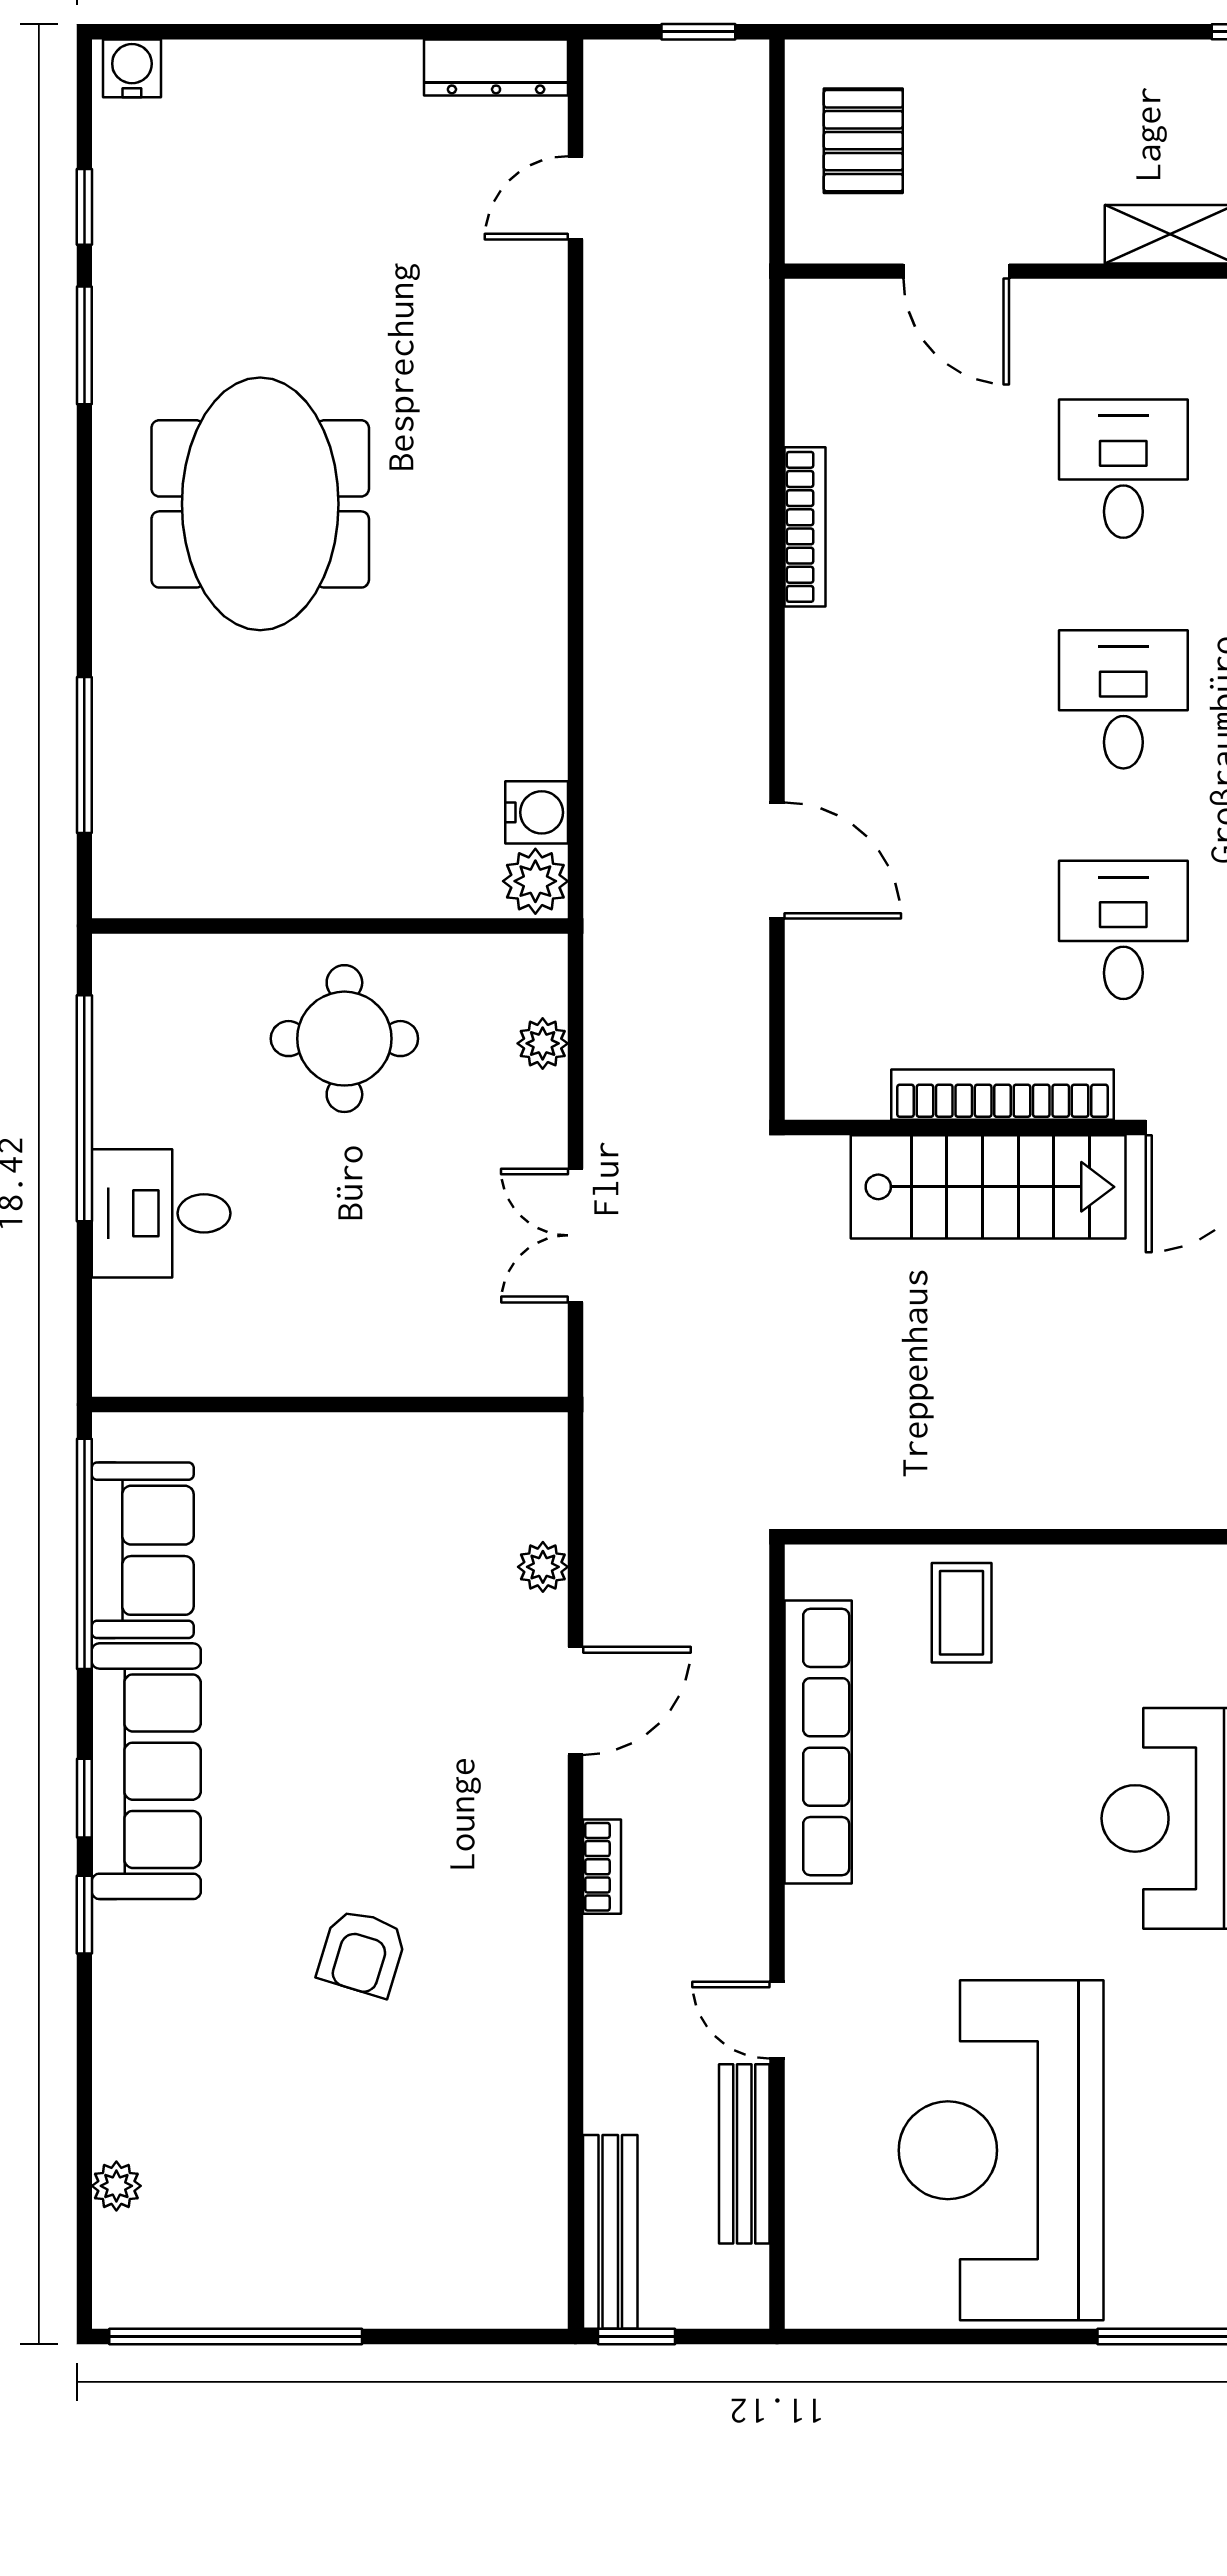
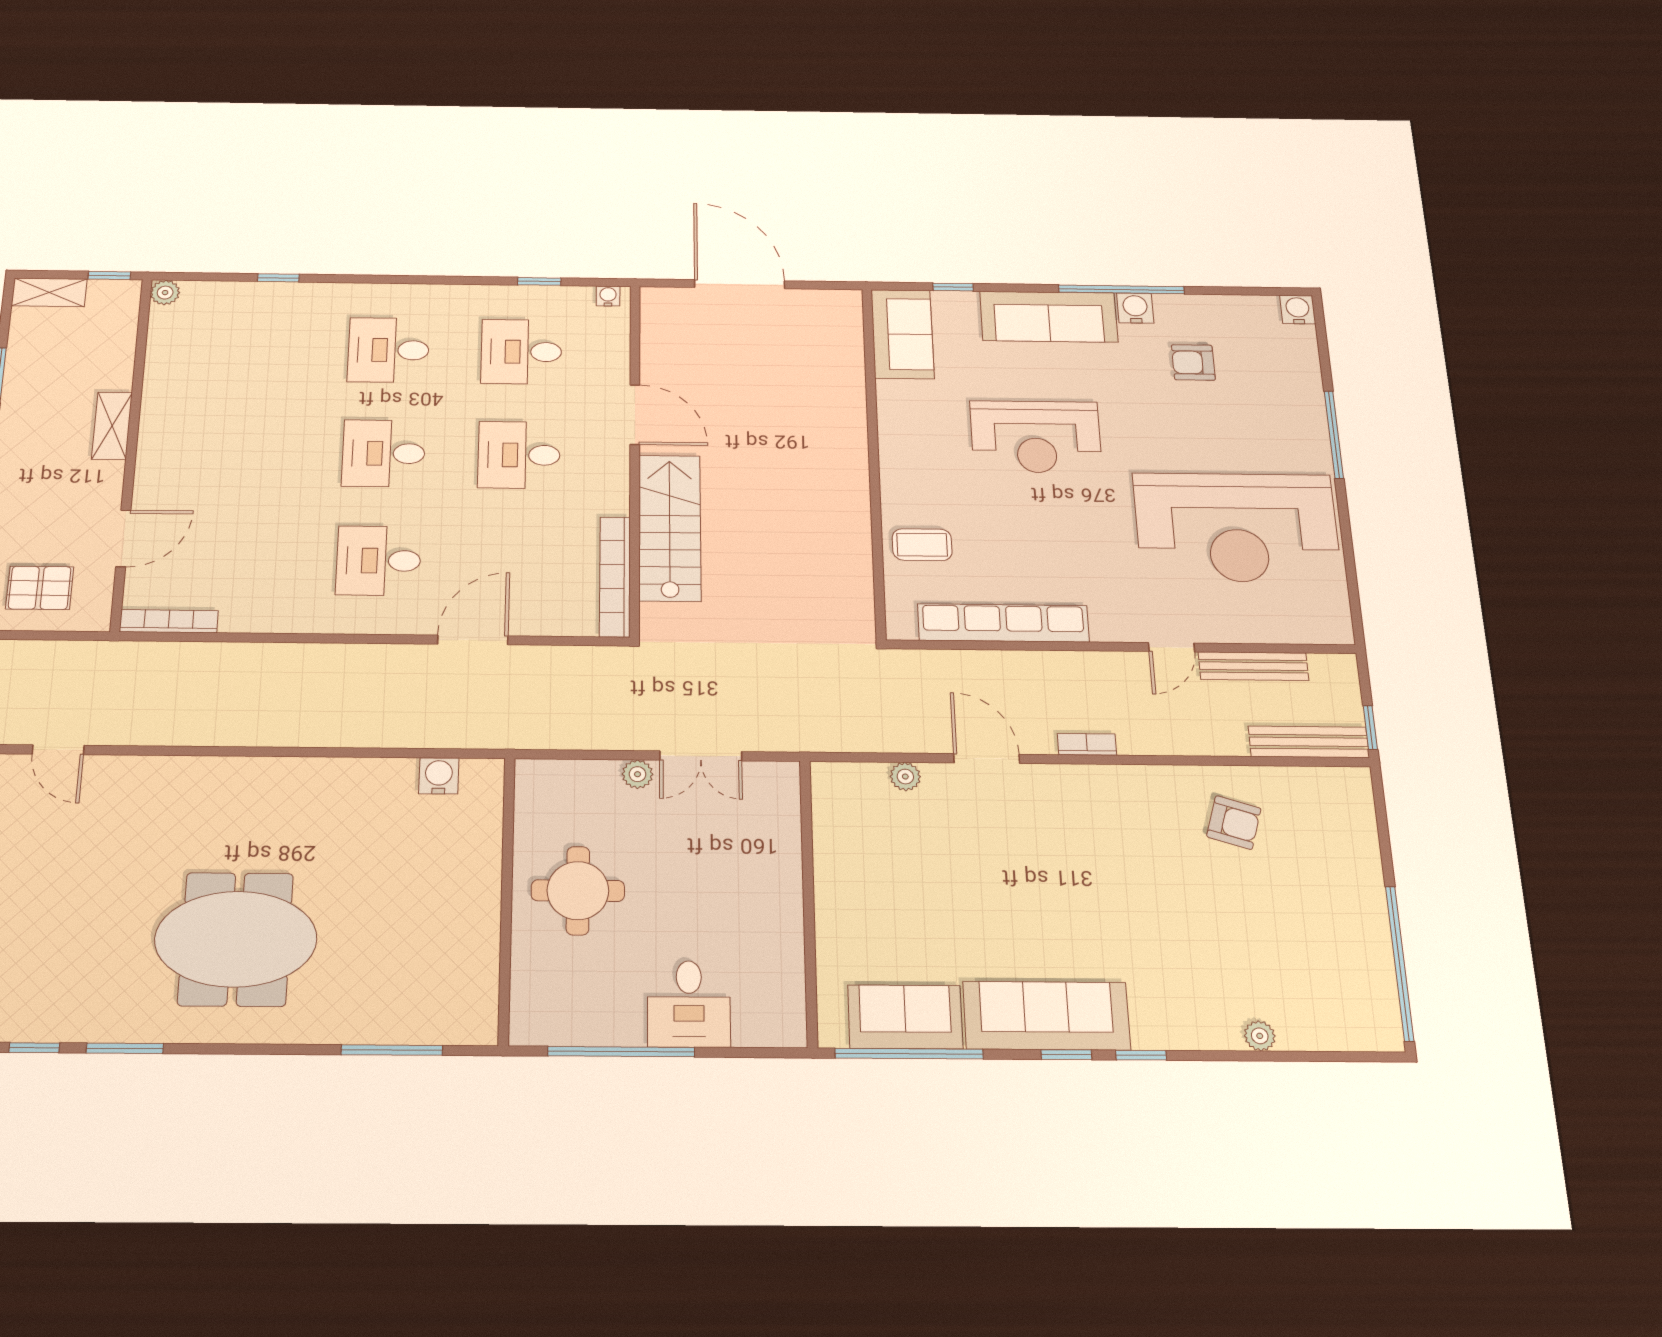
desk: (1123, 469) -> (379, 561), moved
bookcase: (805, 527) -> (169, 621), moved
plant: (535, 881) -> (482, 777), removed
plant: (543, 1043) -> (638, 774), moved
bookcase: (1003, 1095) -> (615, 577), moved
armchair: (362, 1953) -> (1234, 823), moved
plant: (116, 2186) -> (1260, 1036), moved

